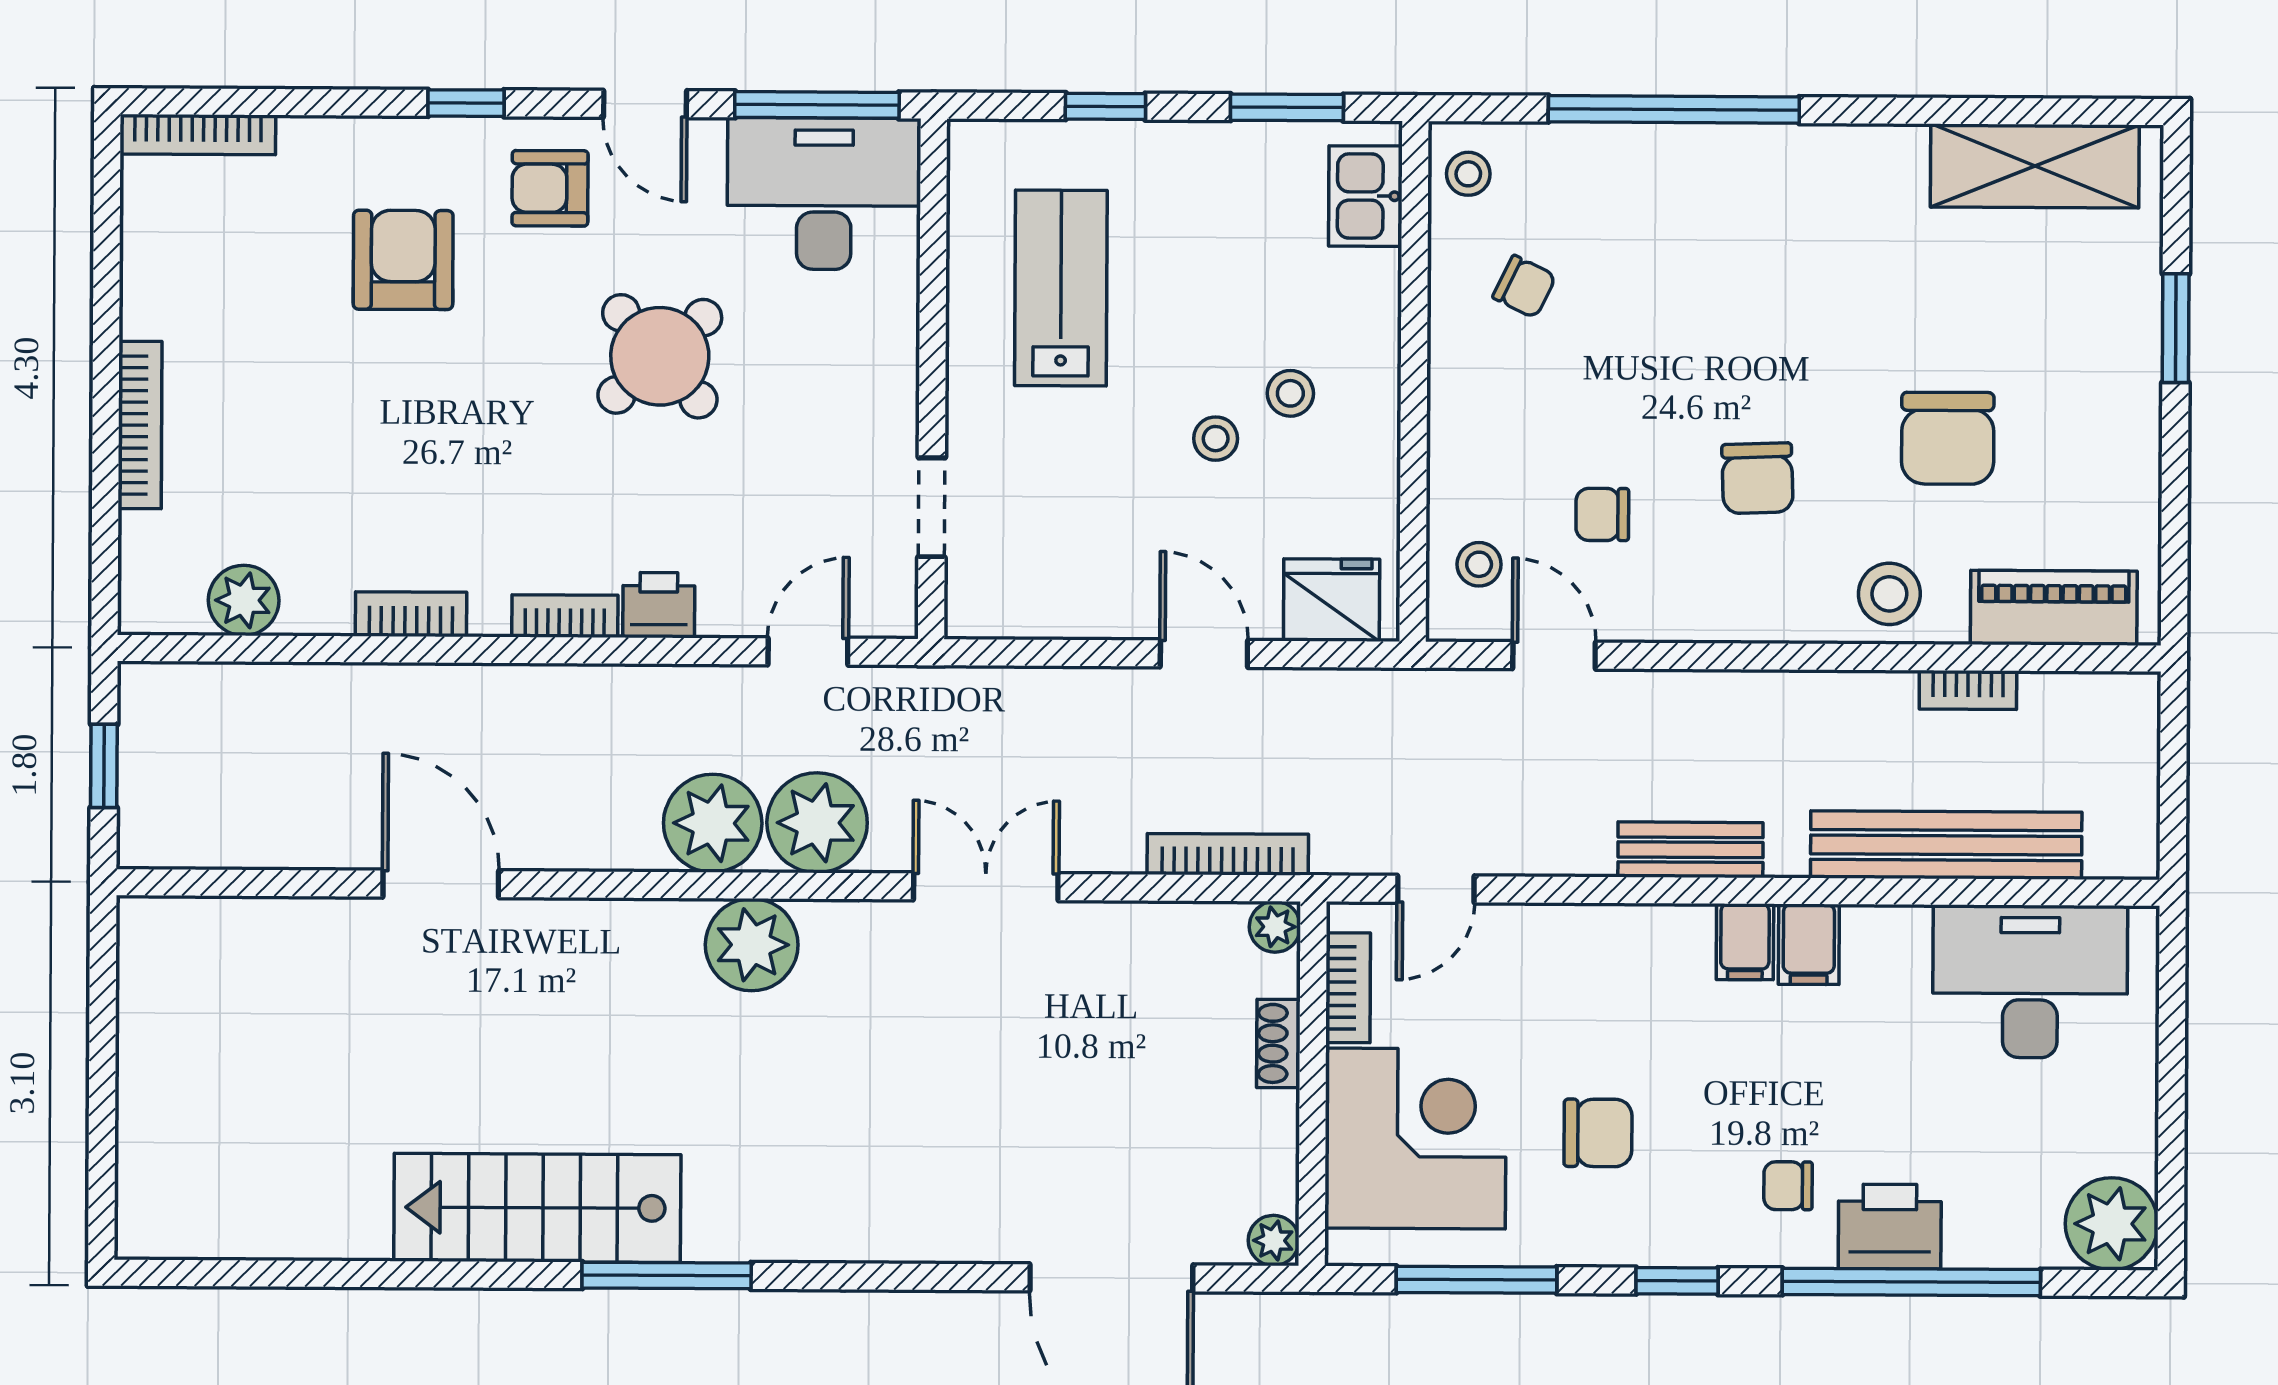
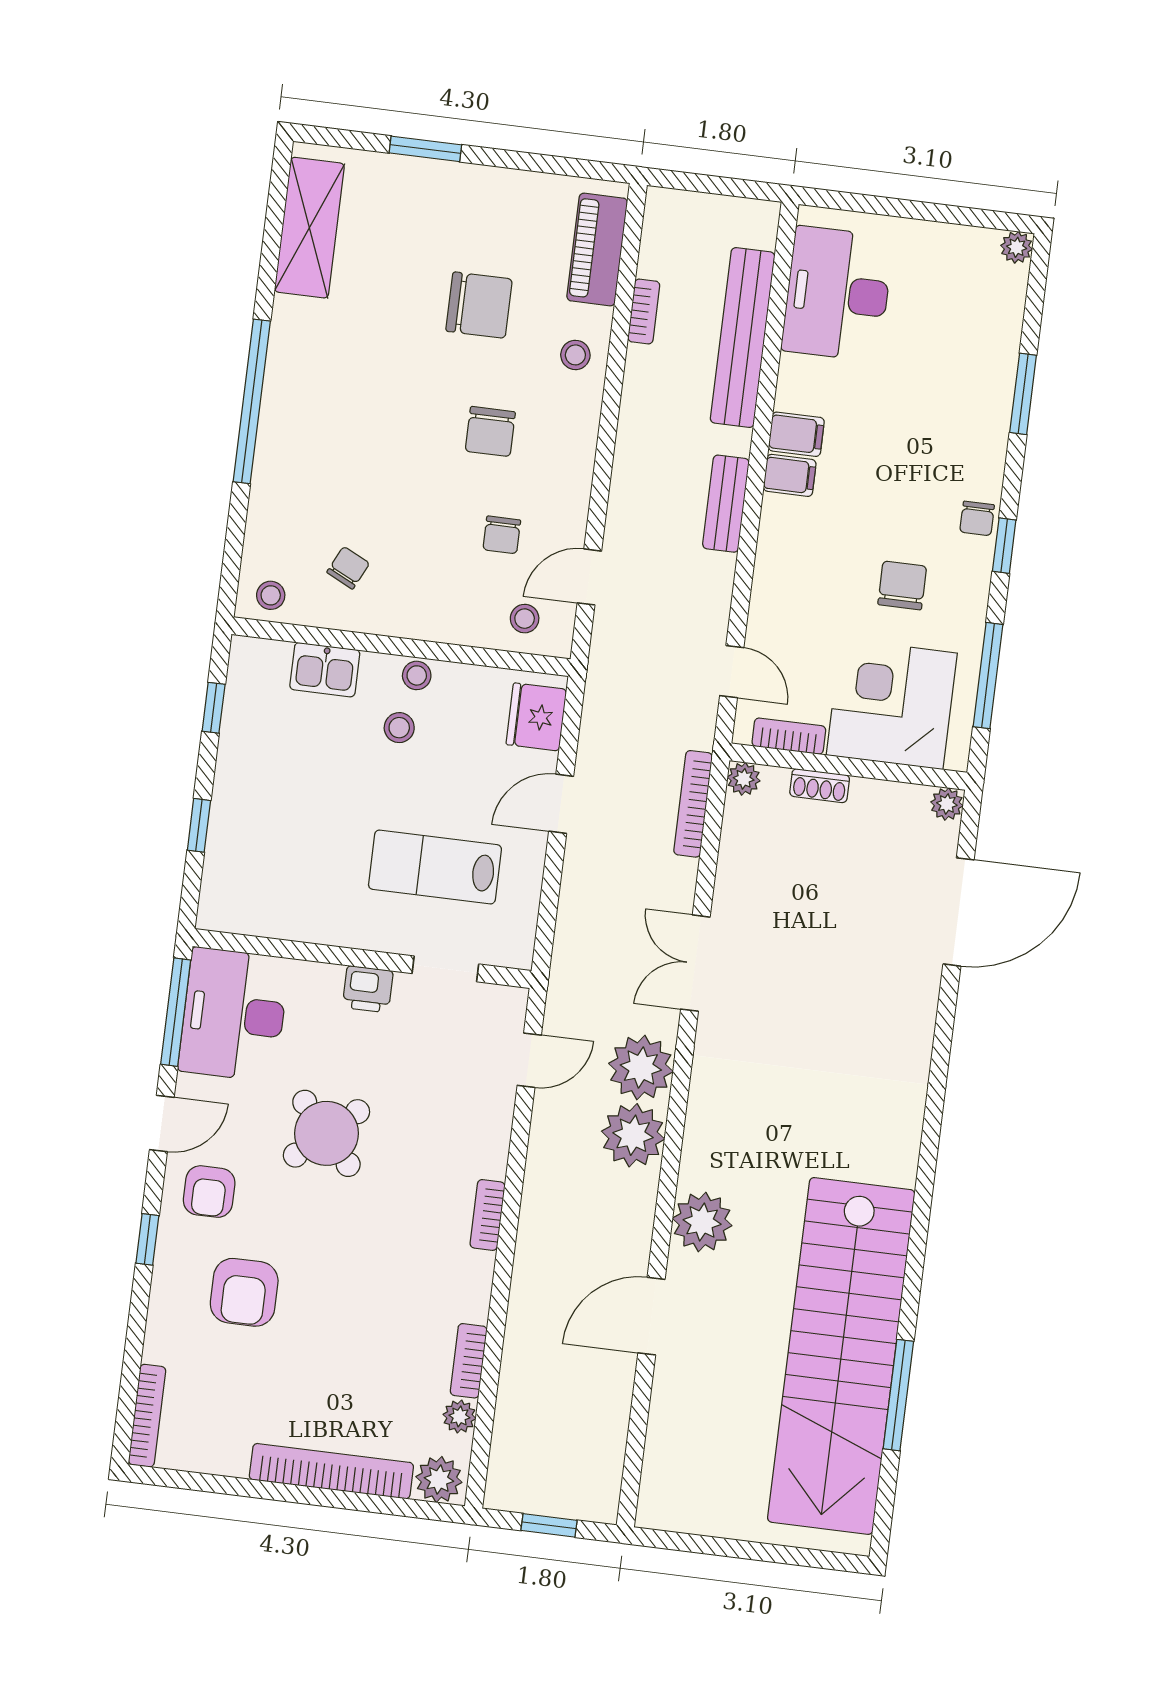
window: (1287, 107) -> (214, 708), width x0.67
window: (1674, 109) -> (252, 401), moved
kitchen sink: (1365, 196) -> (325, 670), moved
armchair: (403, 260) -> (244, 1292), turned -90
lab bench: (1061, 288) -> (435, 867), moved
bookcase: (140, 425) -> (331, 1471), width x1.48, depth x1.31
stool: (1216, 439) -> (417, 675), moved
chair: (1757, 478) -> (490, 431), turned 92
plant: (154, 590) -> (439, 1479), added
stool: (1889, 594) -> (575, 355), width x0.73, depth x0.73
plant: (244, 600) -> (459, 1416), width x0.73, depth x0.73
printer: (659, 605) -> (368, 989), moved, turned -90
bookcase: (411, 614) -> (469, 1361), moved
door: (808, 652) -> (529, 1060), swing flipped
plant: (752, 945) -> (702, 1222), moved
chair: (1788, 1186) -> (977, 518), moved
stairs: (537, 1208) -> (841, 1356), width x1.86, depth x1.51
plant: (2112, 1224) -> (1017, 247), width x0.53, depth x0.53
printer: (1890, 1227) -> (986, 404), removed
window: (667, 1276) -> (898, 1395), moved
window: (1911, 1282) -> (1023, 394), width x0.47

